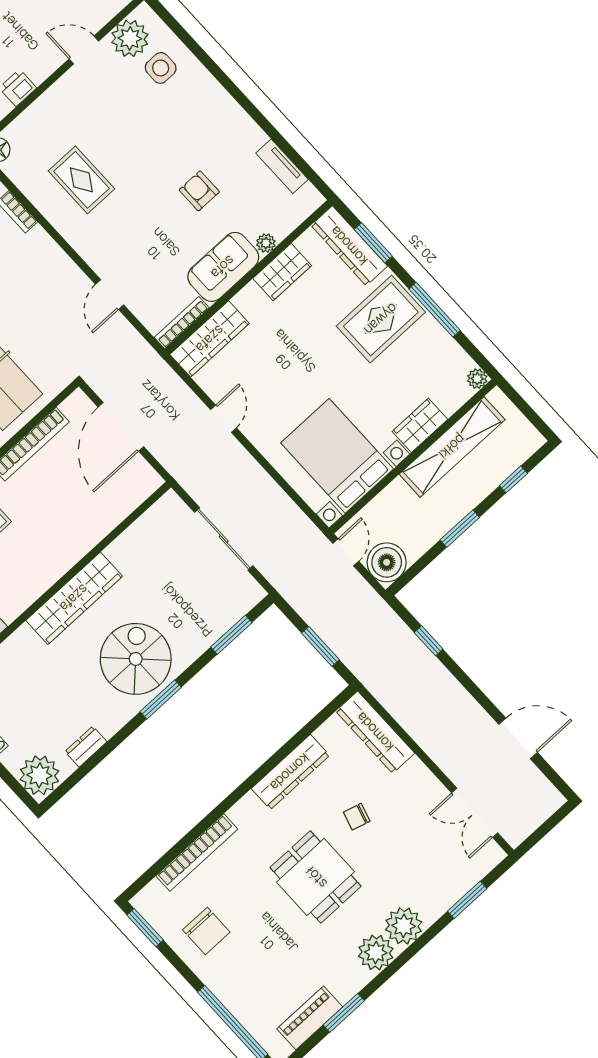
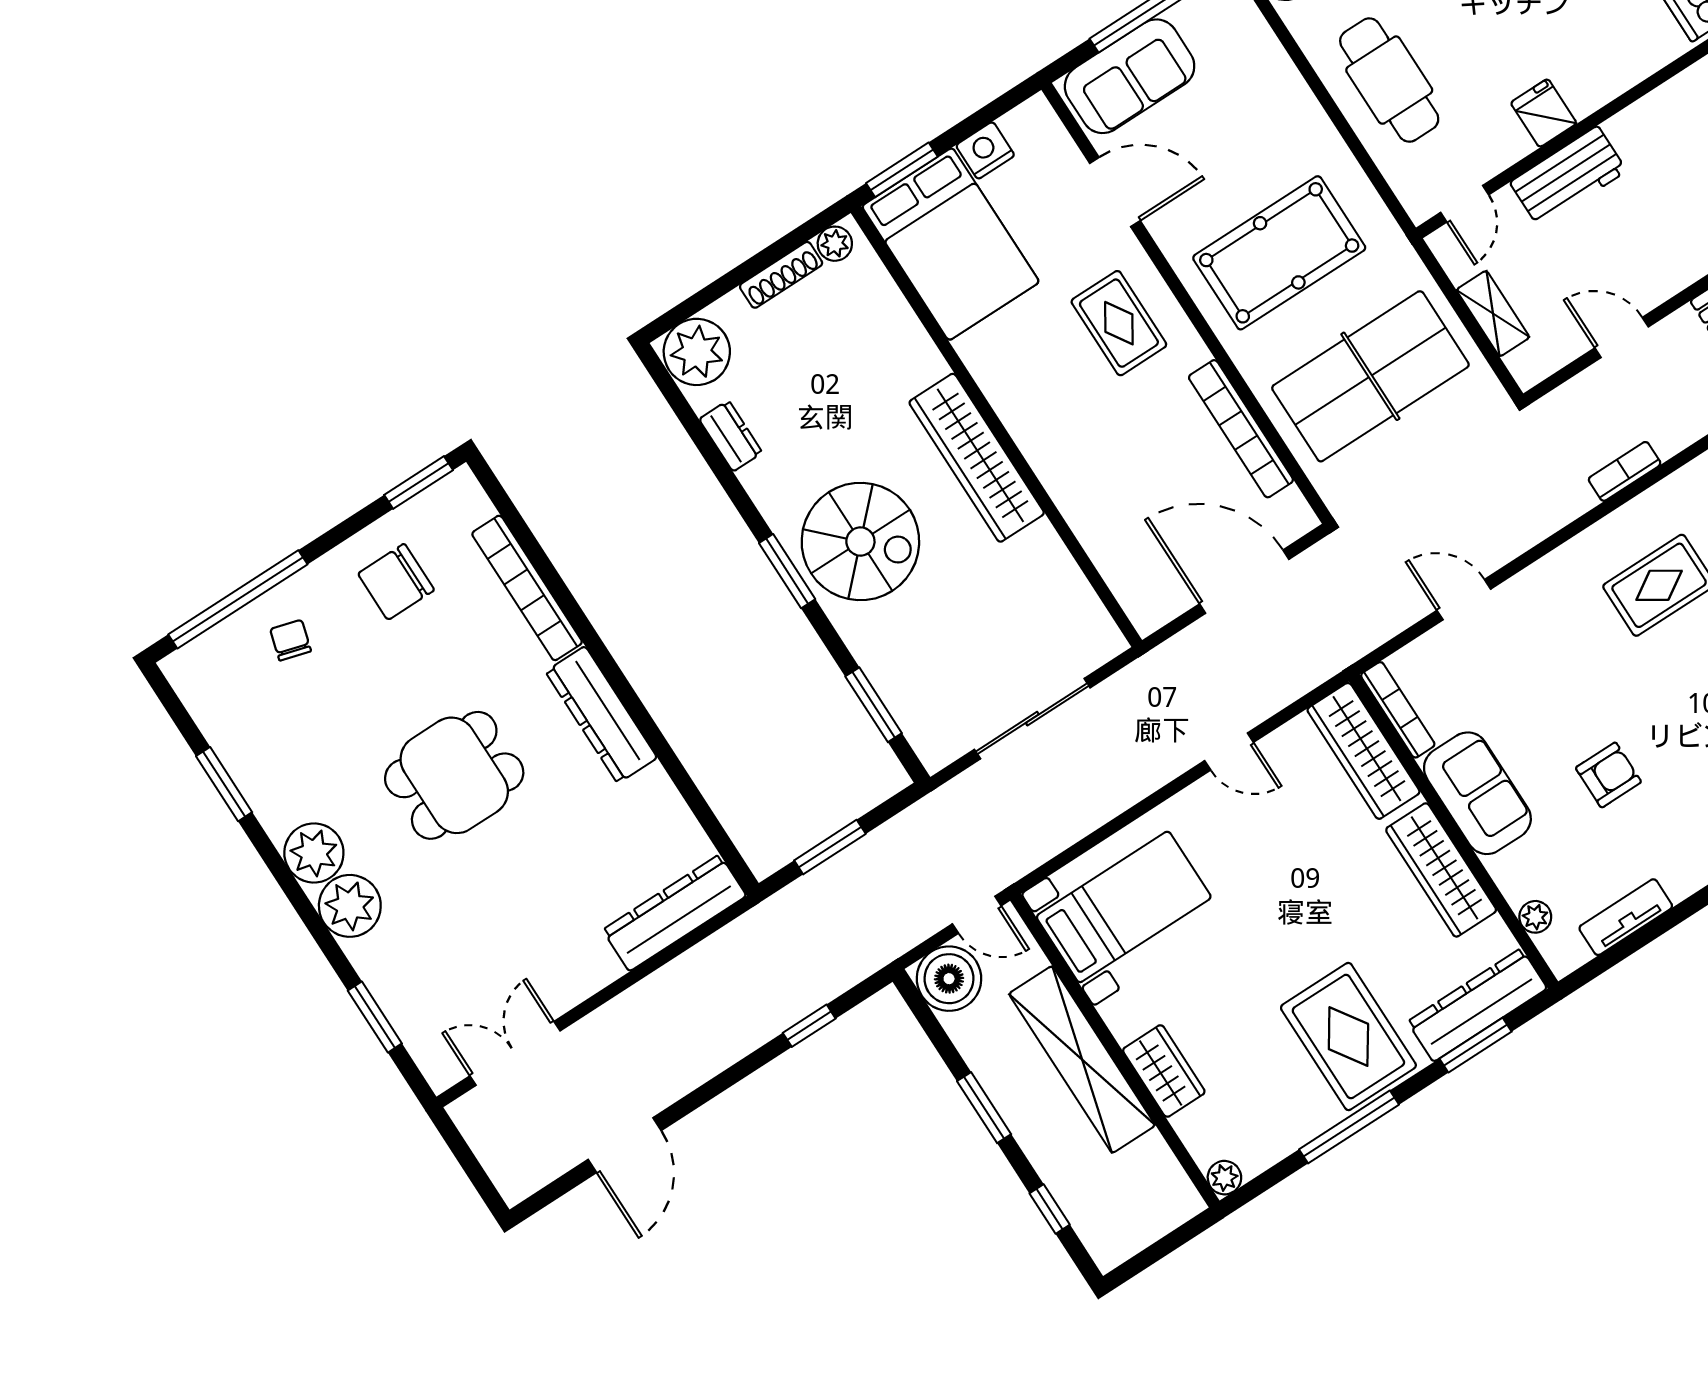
plant: (266, 243) -> (1535, 917), moved
wardrobe: (282, 272) -> (1441, 870), width x1.50
shelving: (452, 447) -> (1082, 1060), moved
bed with nightstands: (337, 456) -> (1124, 907), width x0.73
dresser: (290, 772) -> (601, 715), moved
chair: (357, 817) -> (291, 640), moved
piano: (310, 1018) -> (225, 727), removed

